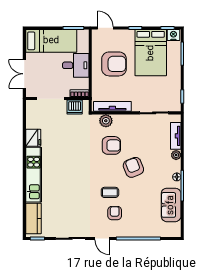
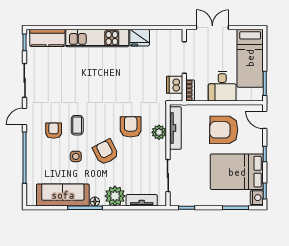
door: (105, 28) -> (265, 120), swing flipped
armchair: (114, 64) -> (224, 130), turned 91
plant: (106, 121) -> (159, 132), moved
armchair: (111, 145) -> (131, 127), turned 180
plant: (176, 155) -> (115, 196), width x1.88, depth x1.88
armchair: (133, 167) -> (106, 152), turned -95
side table: (137, 194) -> (76, 156), added
sofa: (171, 205) -> (63, 195), width x1.36
armchair: (115, 213) -> (54, 131), turned -90

